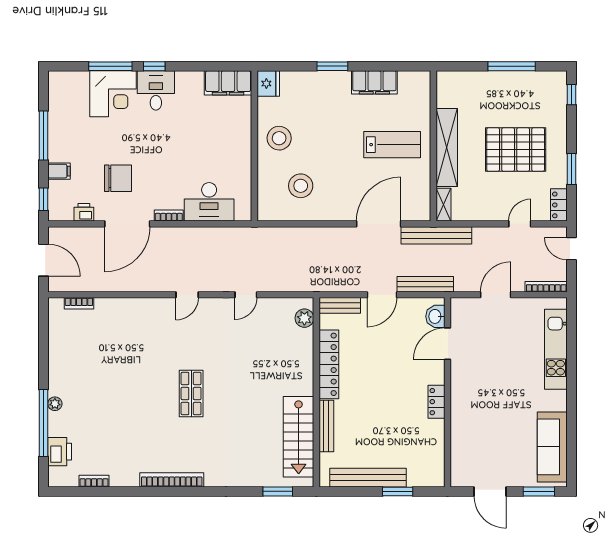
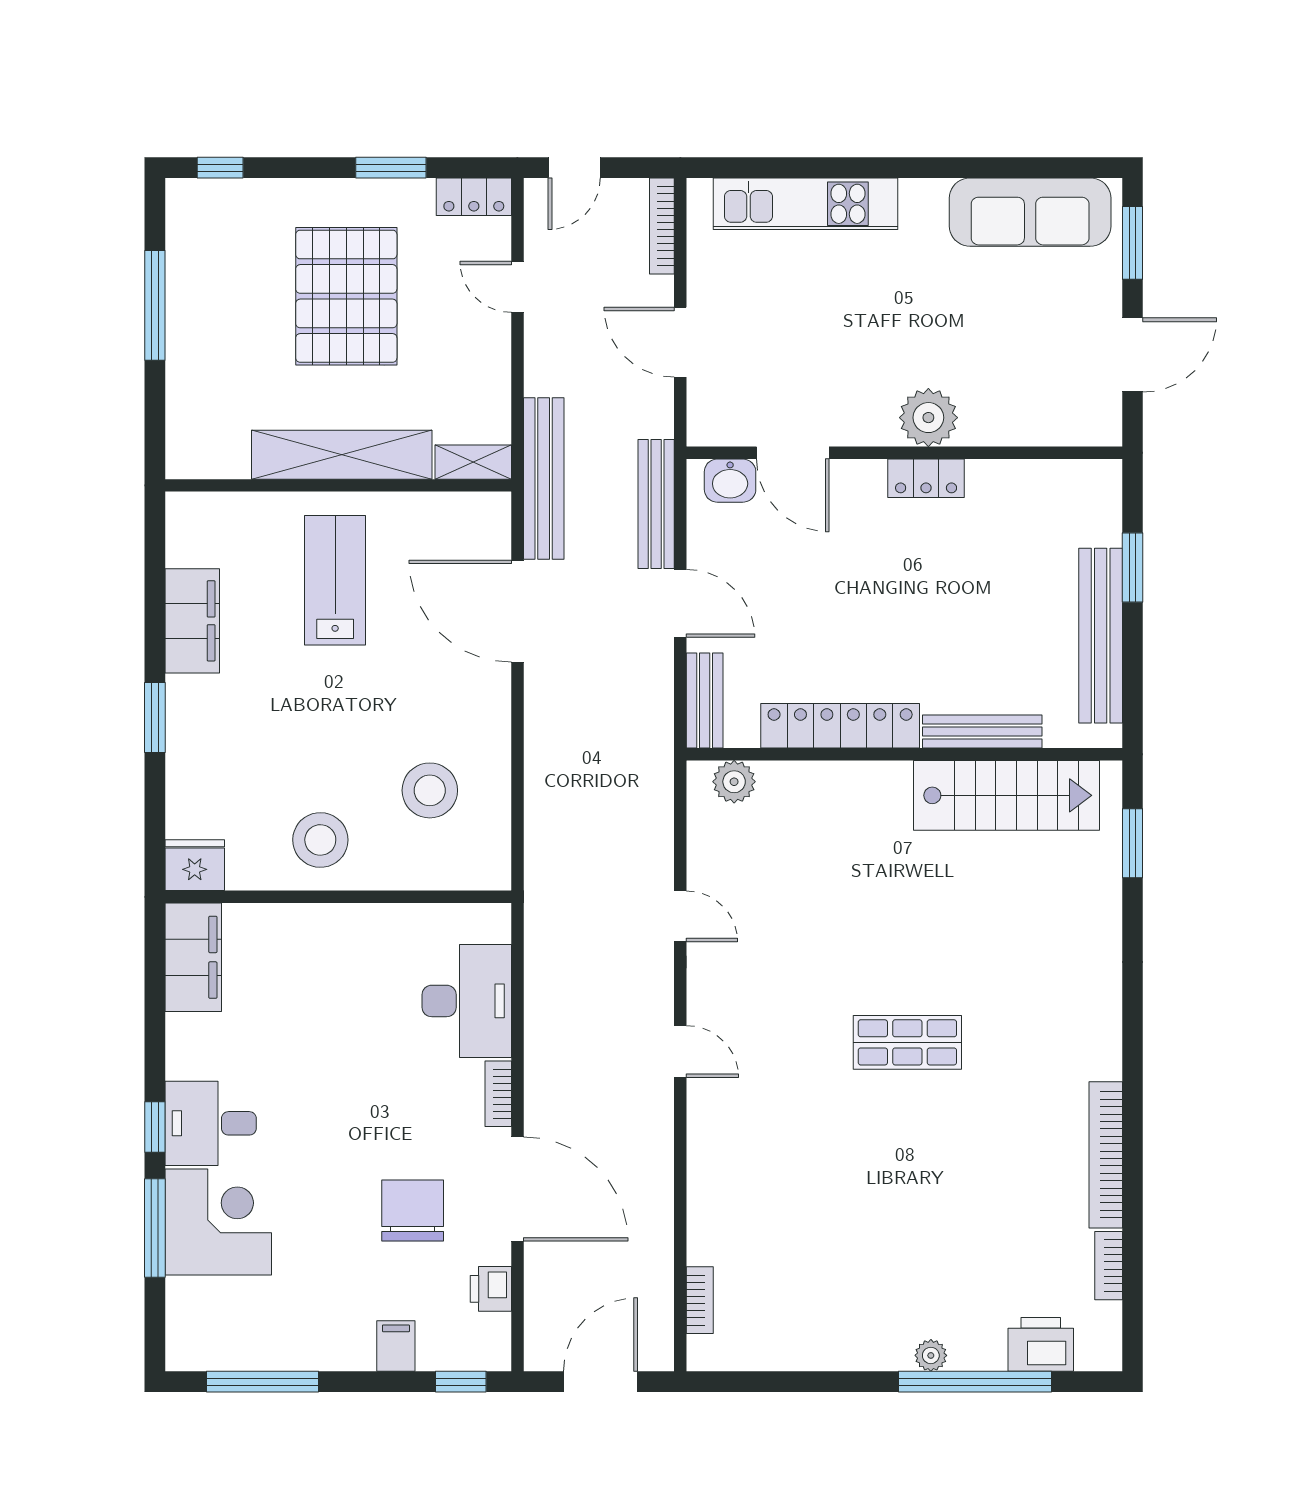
window: (44, 135) -> (262, 1382), moved
plant: (463, 403) -> (928, 418), added
bookcase: (172, 480) -> (1106, 1155), moved

